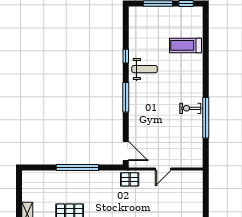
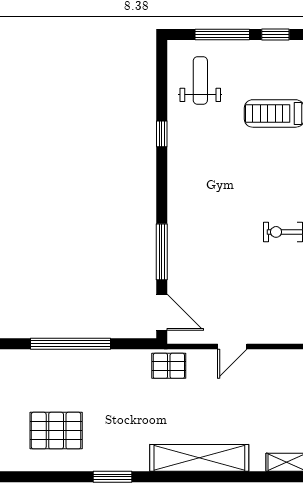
weight bench: (145, 69) -> (200, 81), moved, turned -90
window: (126, 97) -> (162, 252), moved

